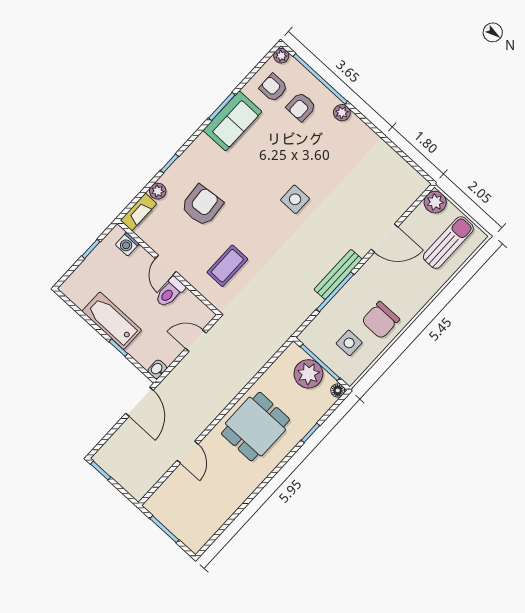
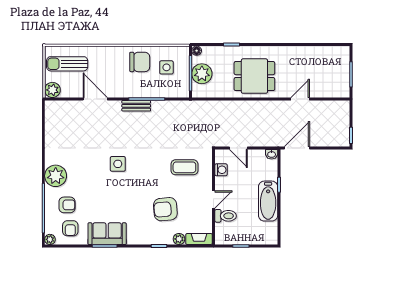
plant: (342, 113) -> (56, 176), width x1.87, depth x1.87
washing machine: (127, 244) -> (221, 170), moved
bench: (338, 274) -> (136, 106), width x0.73
toilet: (170, 292) -> (226, 216), moved

